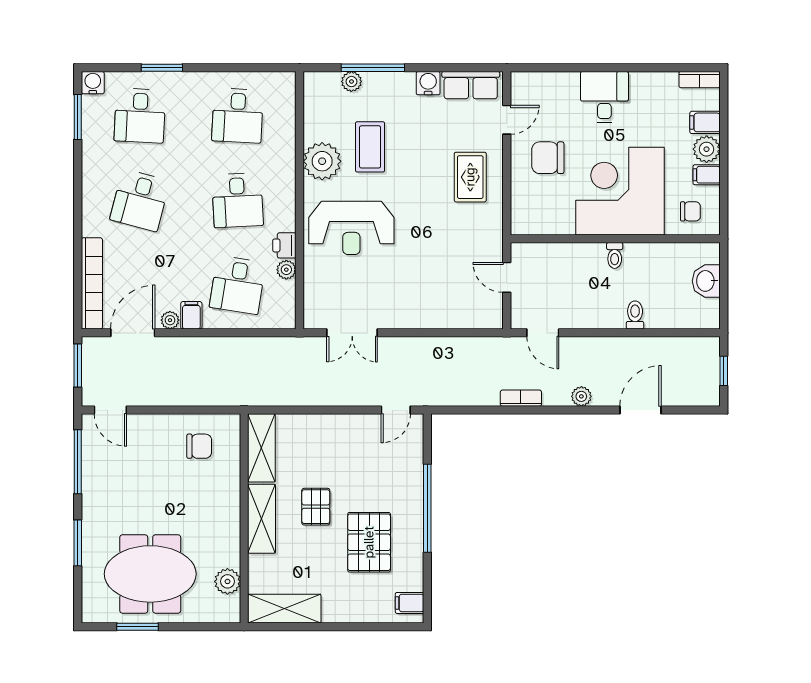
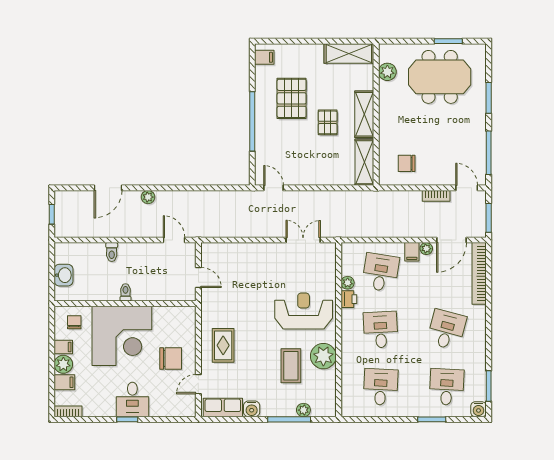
window: (612, 68) -> (127, 419), added
chair: (690, 211) -> (74, 322), turned 90
bookcase: (521, 398) -> (436, 196), moved
door: (396, 410) -> (274, 188), hinge flipped

